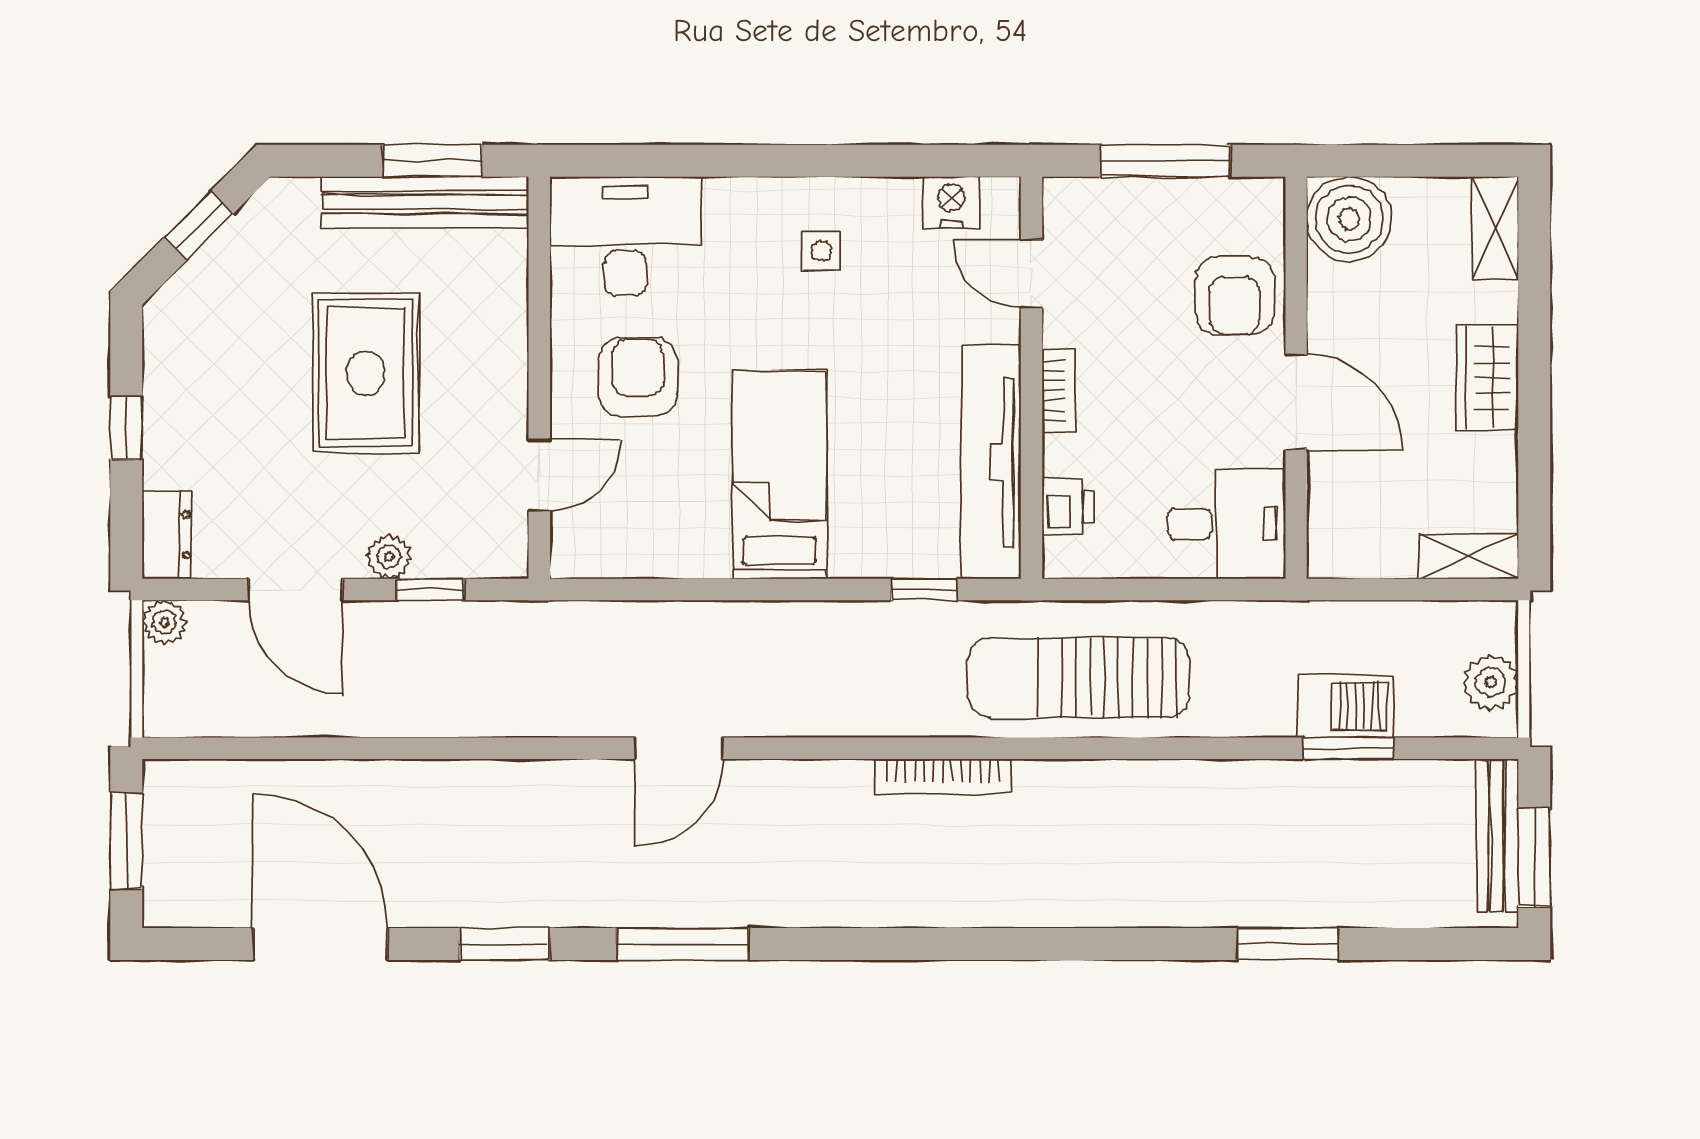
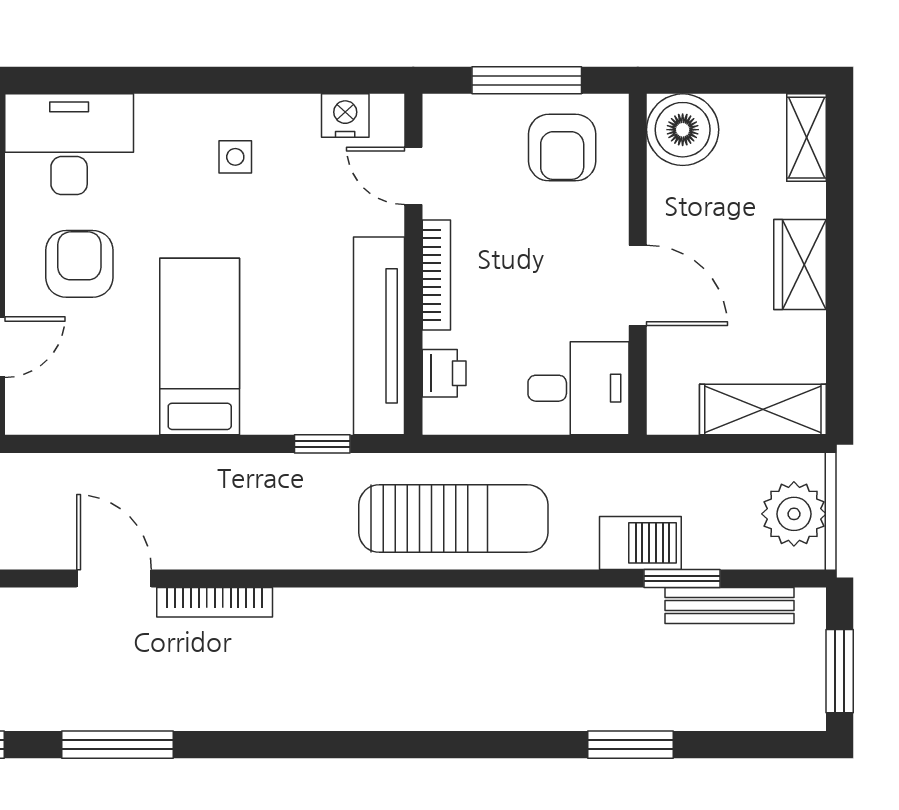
armchair: (1235, 296) -> (562, 148), moved
bookcase: (1059, 390) -> (436, 275), width x1.56
shelving: (1469, 556) -> (763, 410), width x1.50, depth x1.33
sun lounger: (1079, 678) -> (453, 519), turned 180
plant: (1491, 682) -> (794, 514), width x1.36, depth x1.36
barbecue: (1345, 706) -> (640, 543), moved
door: (679, 748) -> (114, 579), swing flipped
bookcase: (943, 776) -> (215, 602), moved
bench: (1497, 836) -> (730, 606), moved, turned 90

